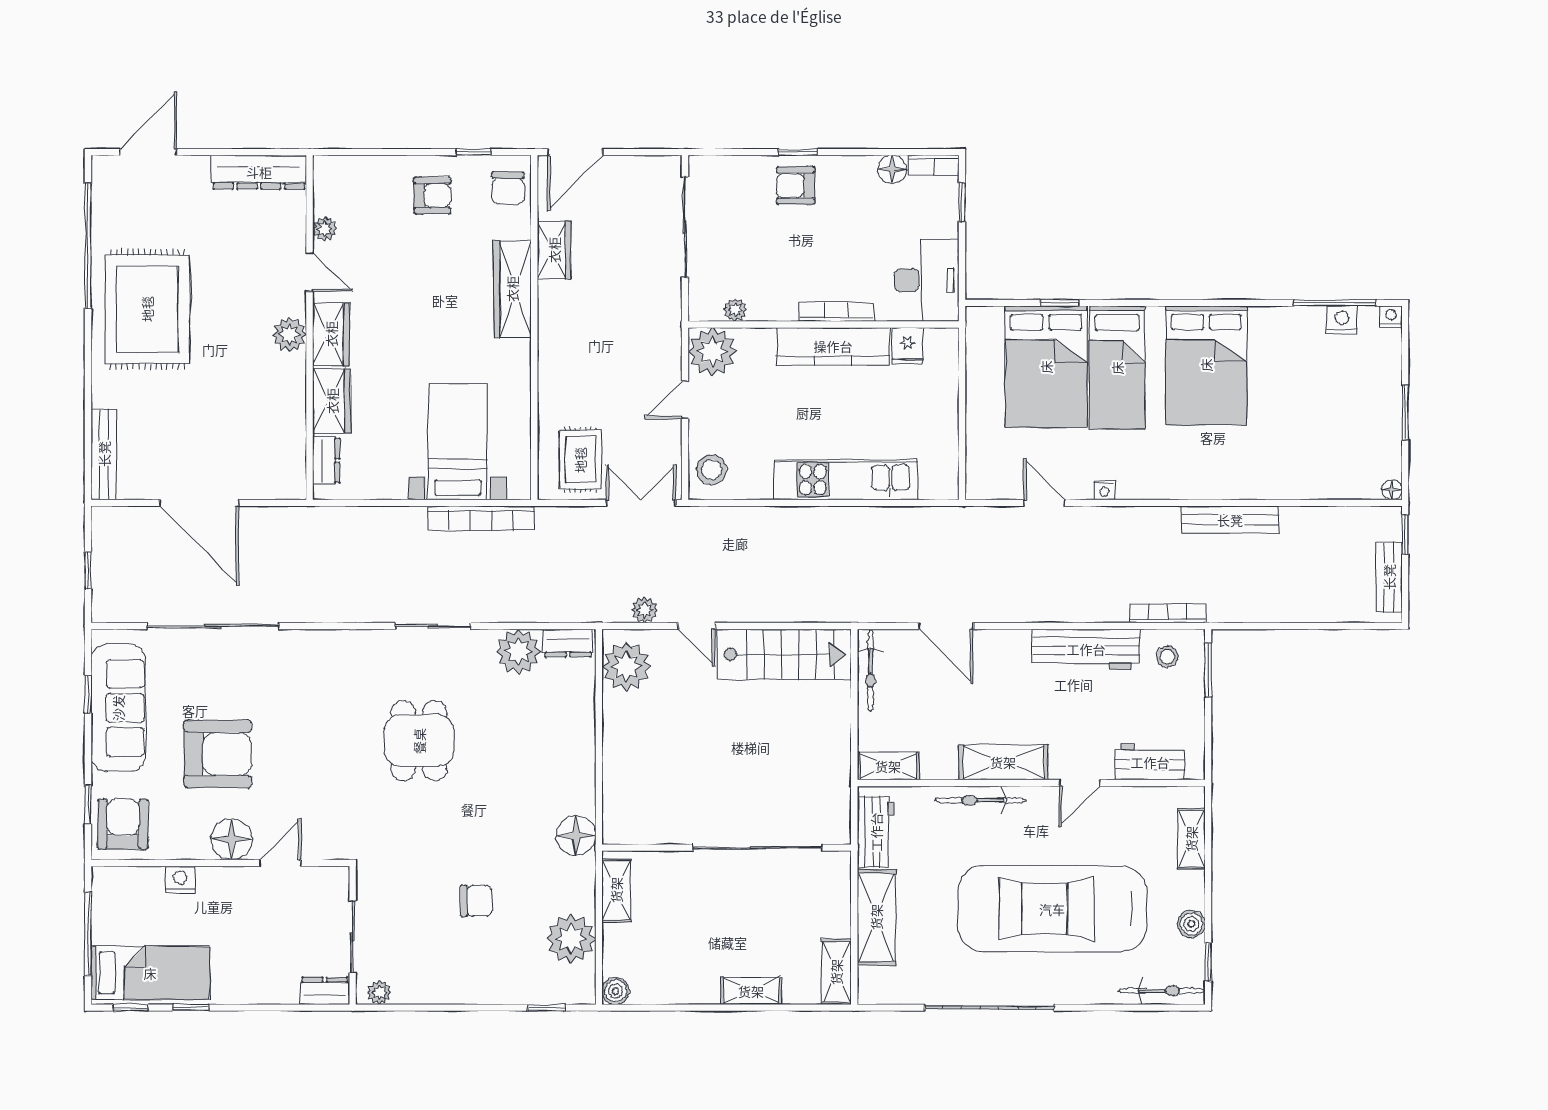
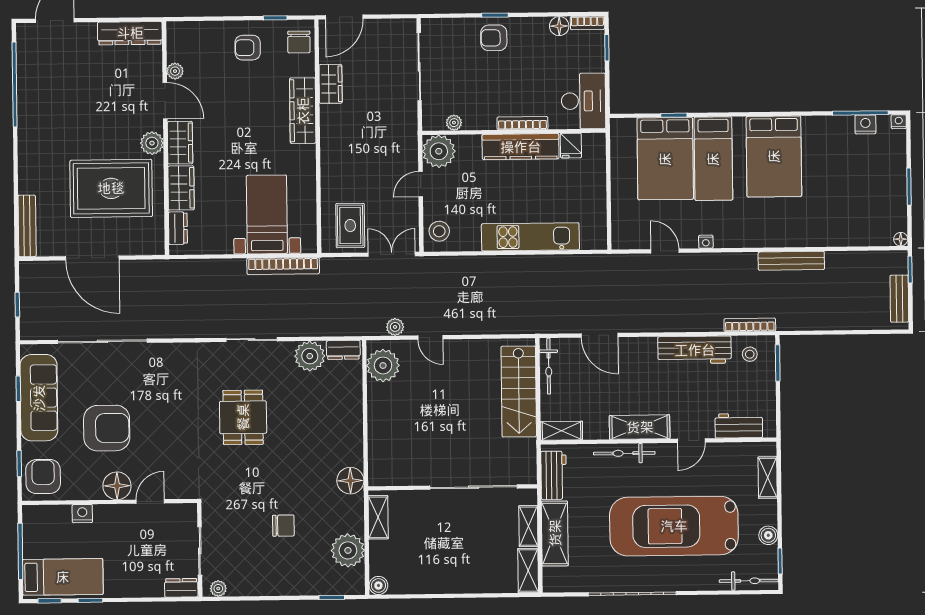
armchair: (432, 196) -> (248, 48), turned 180
door: (310, 272) -> (165, 101), width x1.38
rug: (147, 309) -> (111, 188), moved, turned 90
stairs: (784, 654) -> (519, 392), moved, turned 90
shelving: (751, 991) -> (528, 526), moved, turned 90

